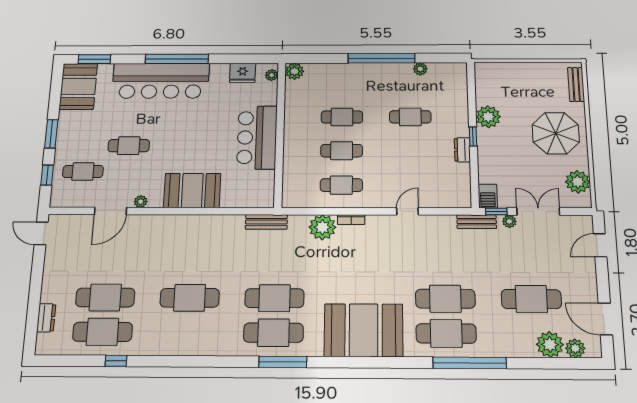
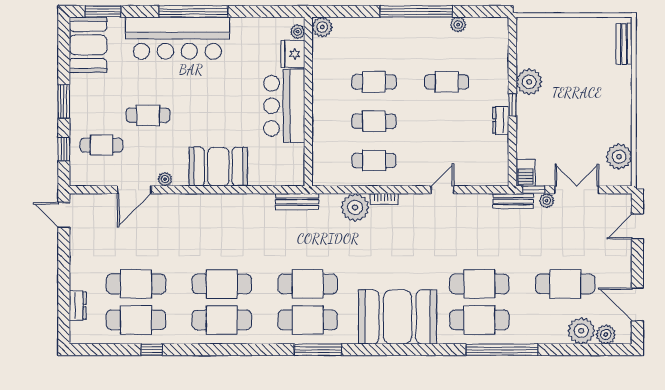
fridge: (243, 73) -> (293, 54), moved, turned 90
parasol: (556, 133) -> (599, 101), removed
cafe table: (188, 332) -> (222, 320), added

